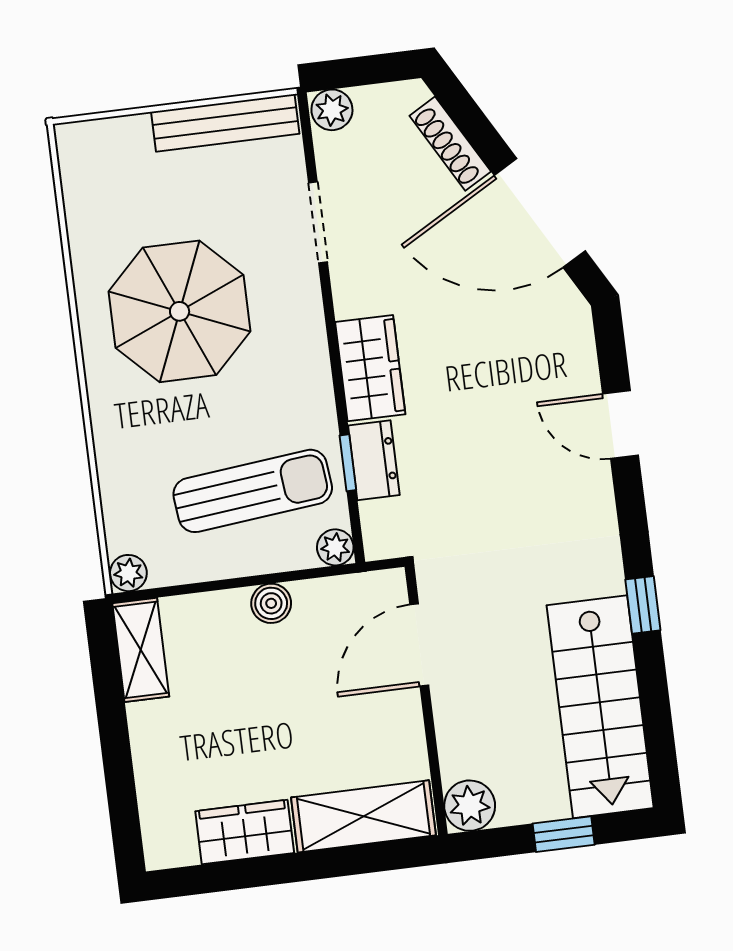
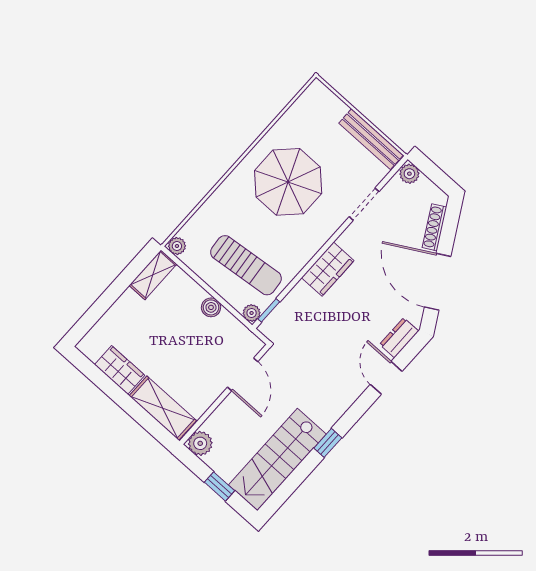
dresser: (374, 460) -> (399, 338), moved, turned 180
window: (348, 463) -> (269, 310), moved
door: (419, 645) -> (243, 374), swing flipped

